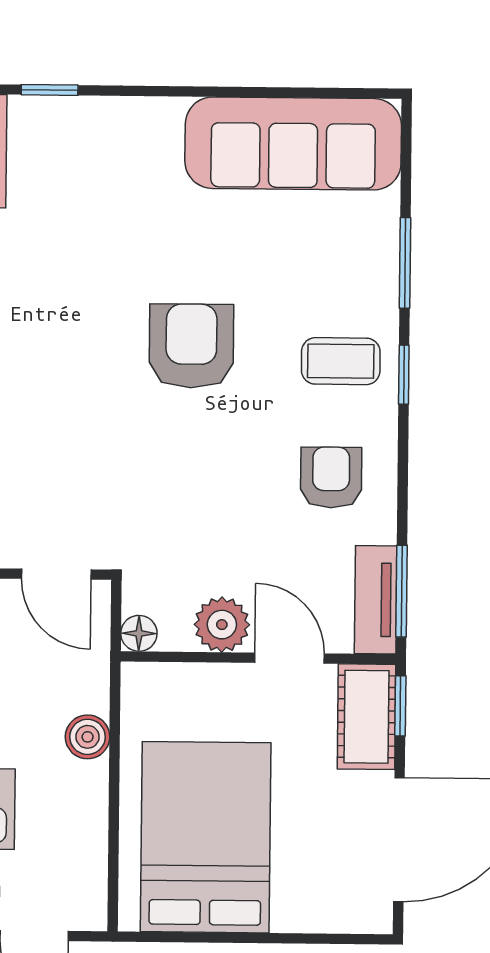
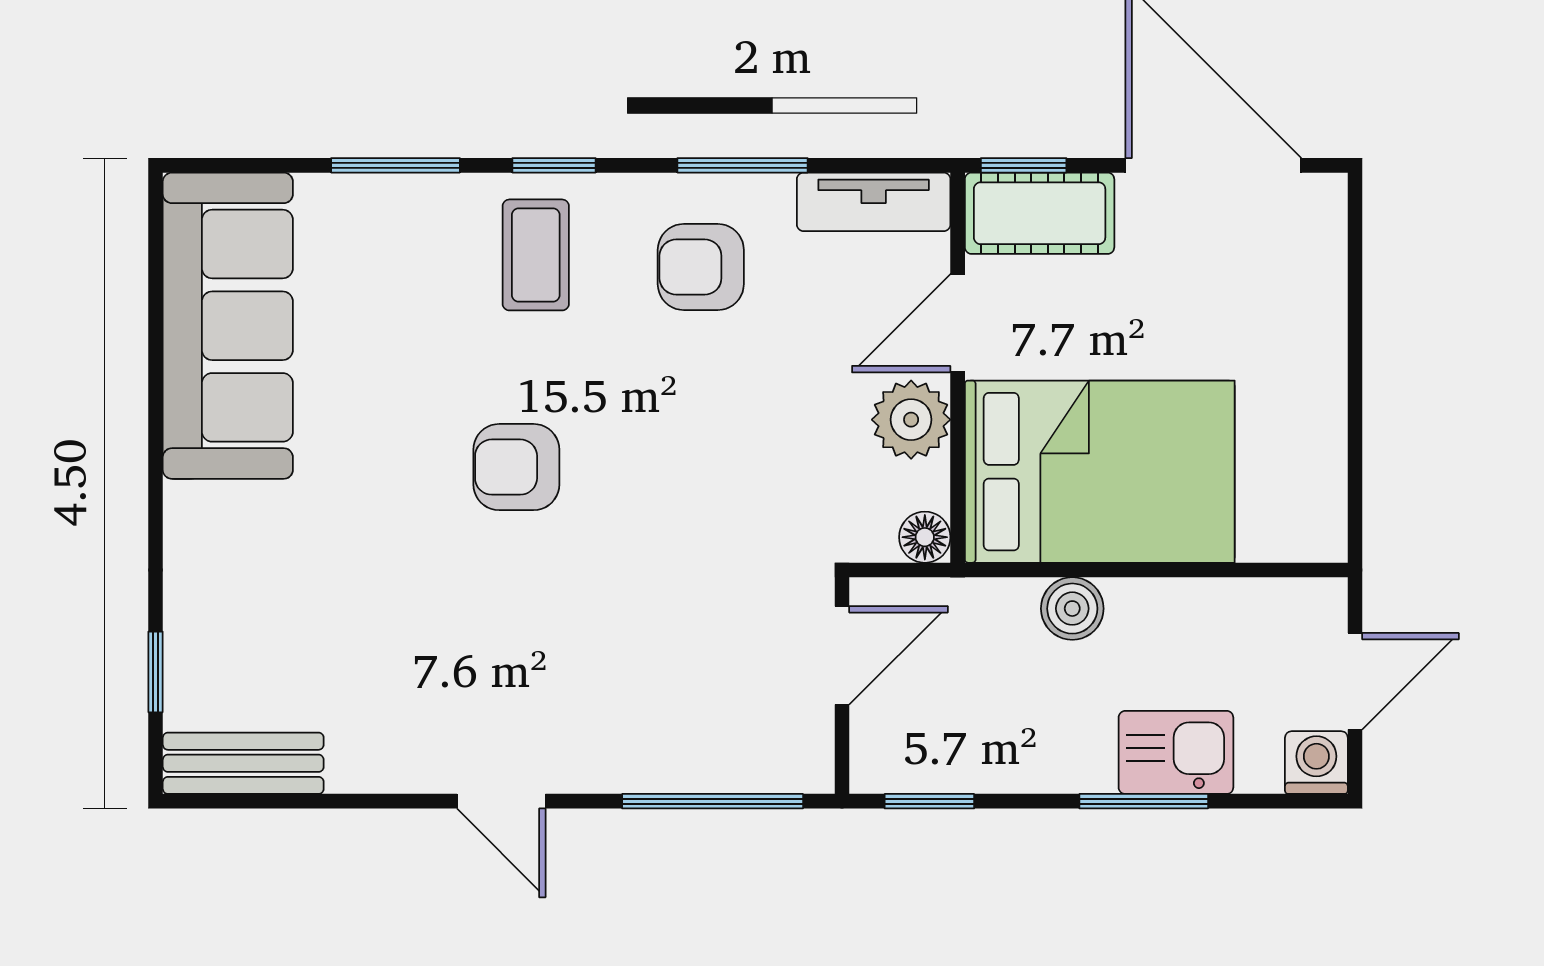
armchair: (191, 346) -> (516, 467), width x0.72, depth x0.72
window: (402, 591) -> (742, 165), moved
bed: (206, 837) -> (1100, 472), moved, turned 180

